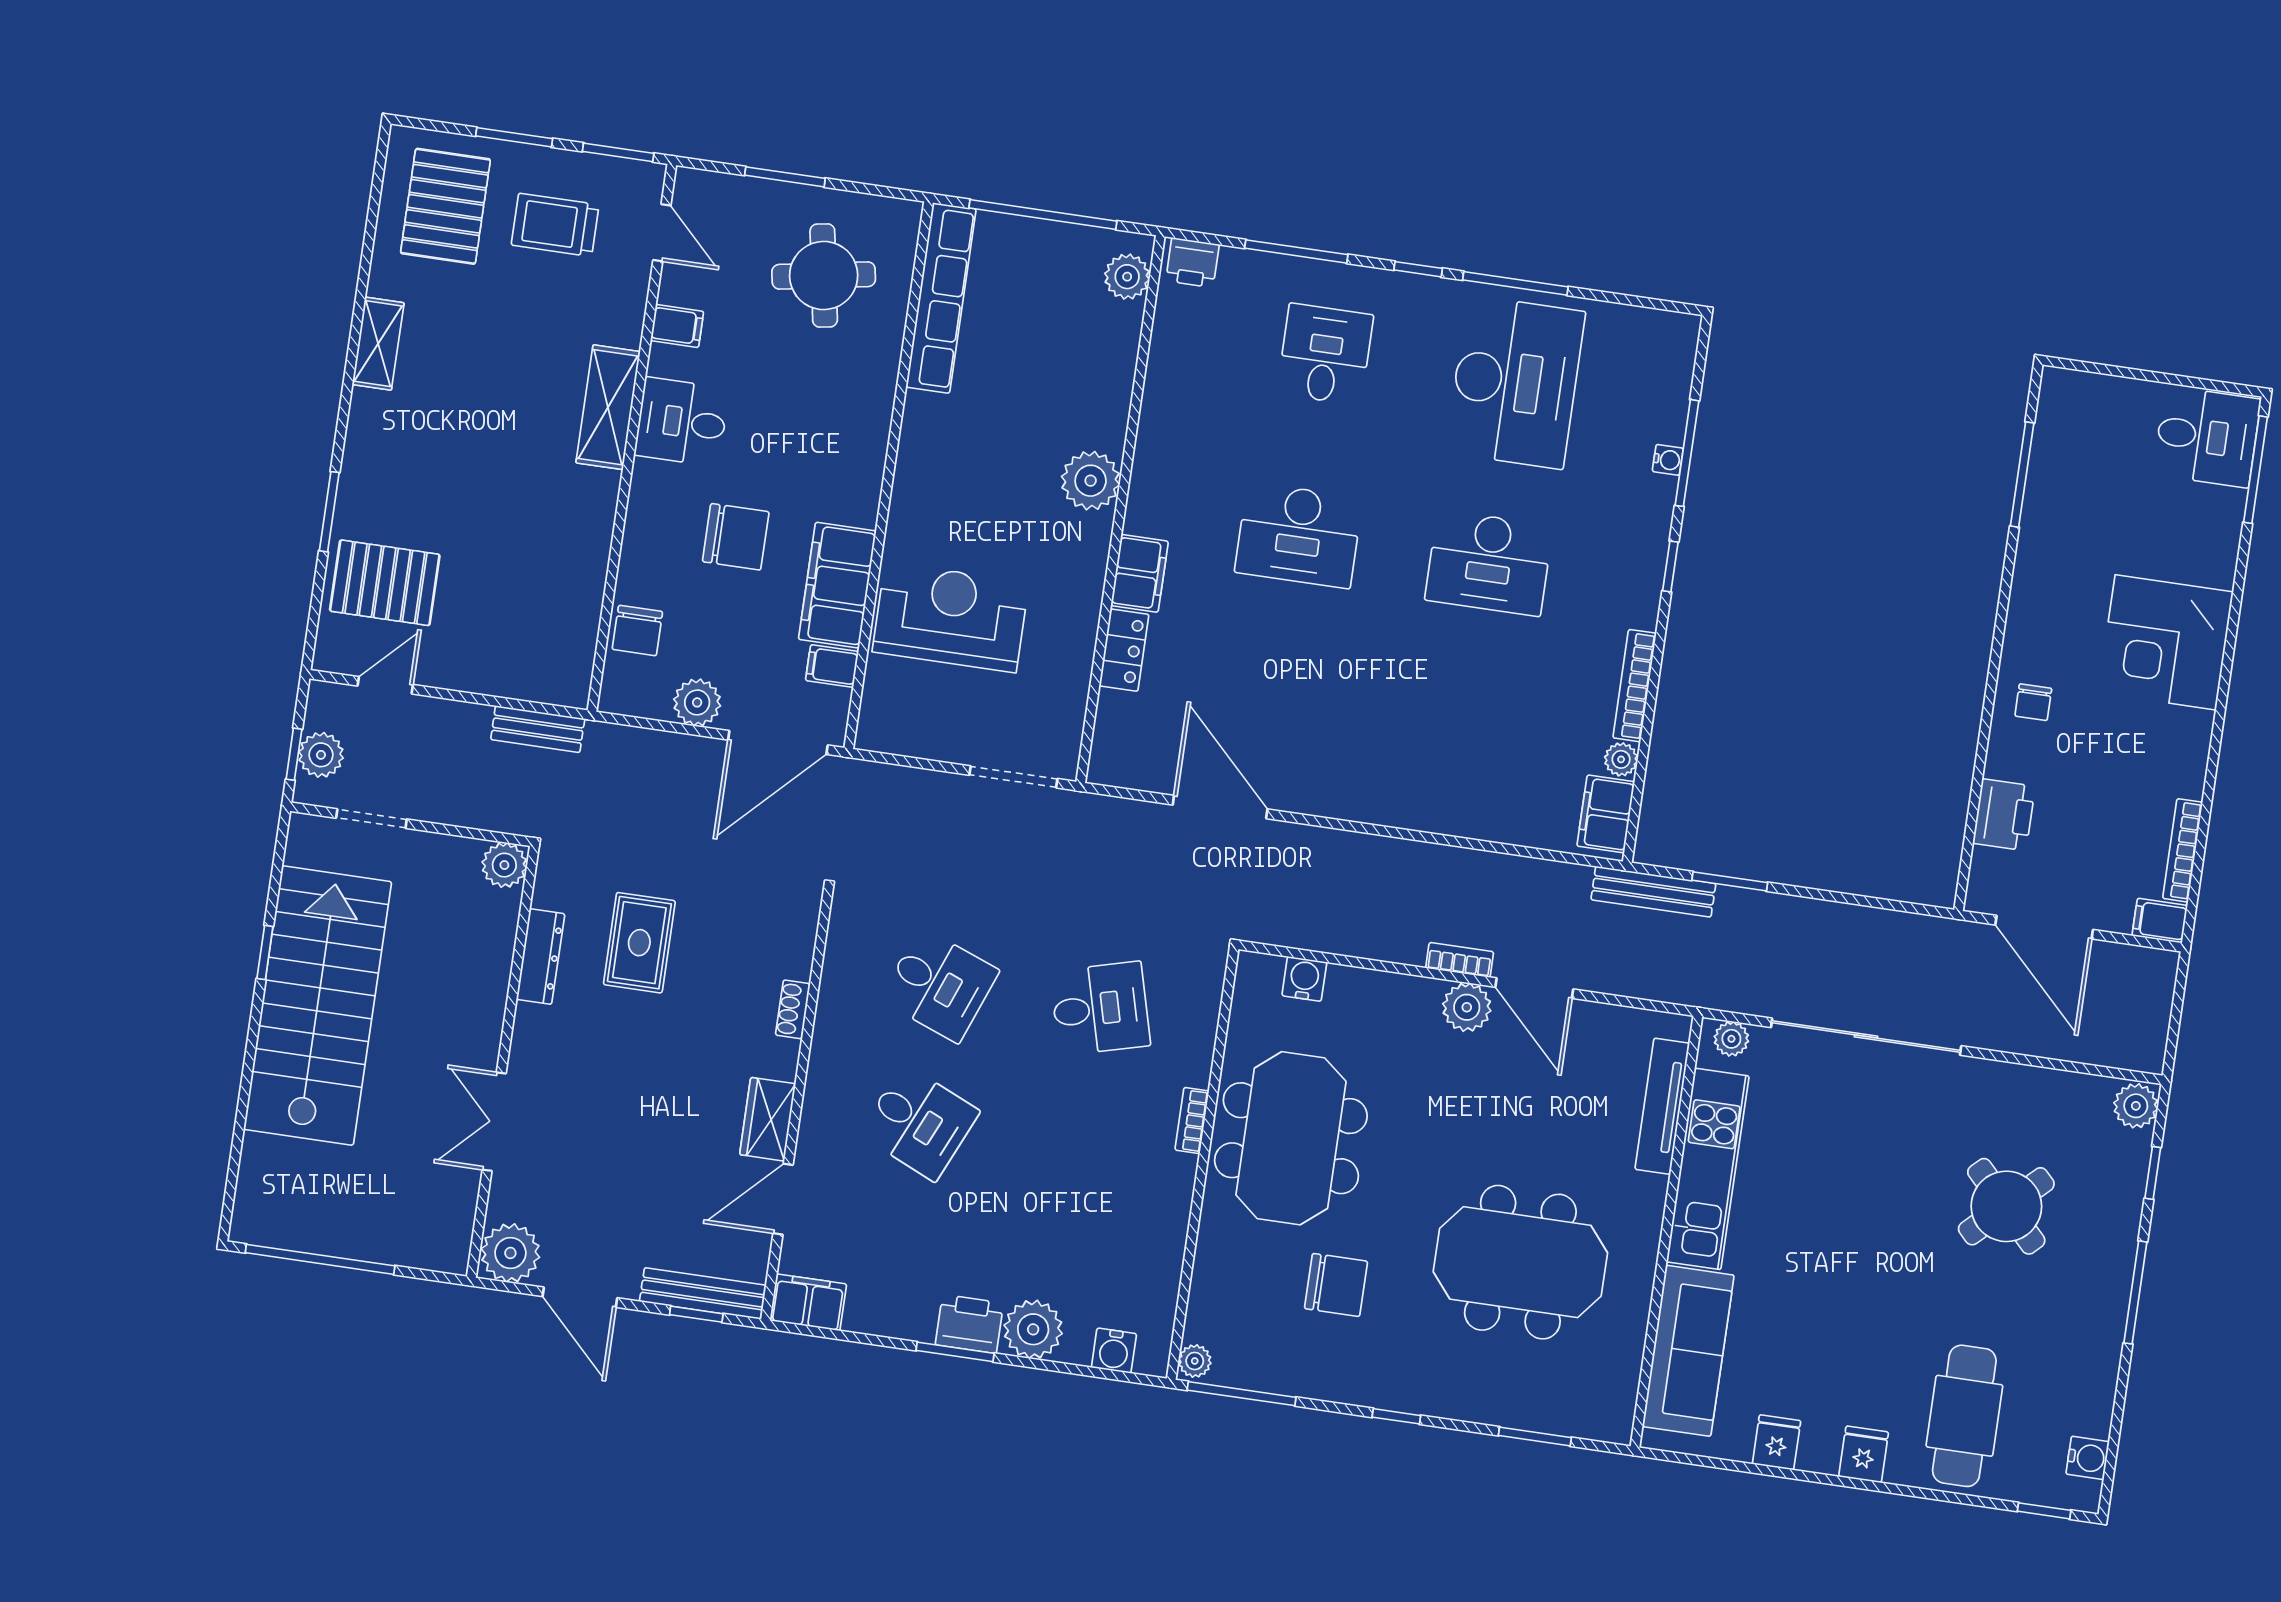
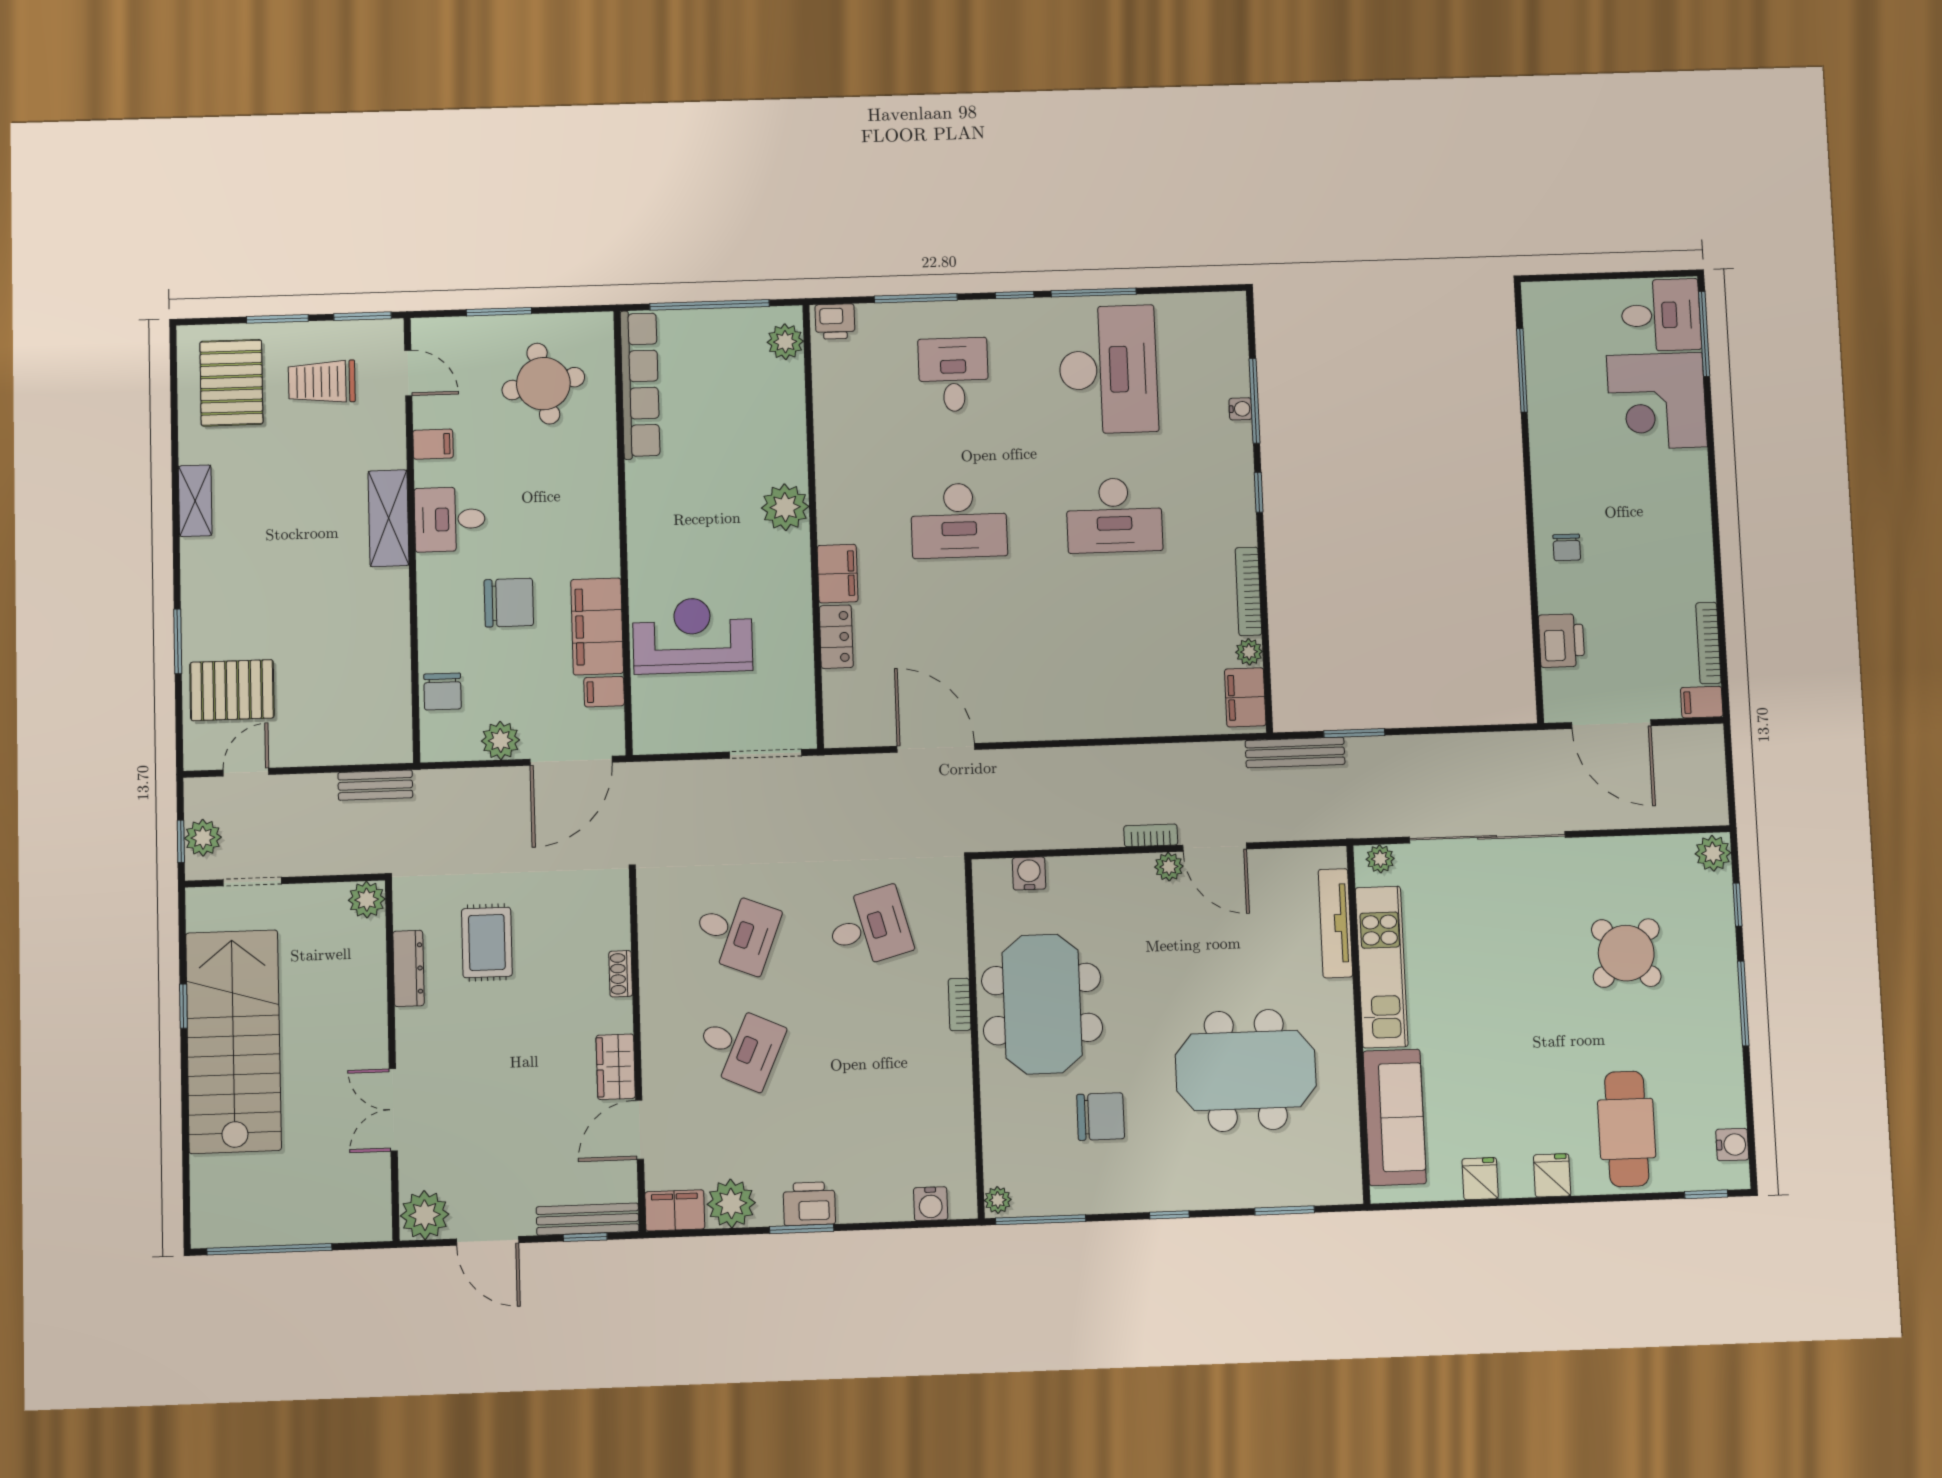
corner desk: (2166, 642) -> (1657, 401), moved
plant: (1467, 1007) -> (1169, 867), width x0.73, depth x0.73
plant: (1033, 1329) -> (731, 1203), moved

